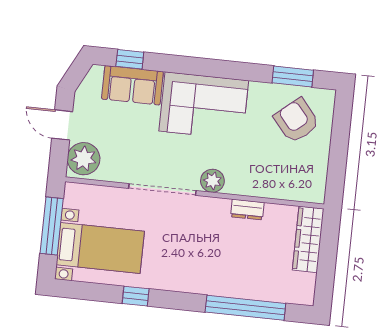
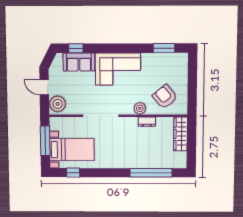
armchair: (297, 121) -> (165, 97), moved
plant: (212, 181) -> (140, 108), moved
window: (136, 296) -> (73, 173), moved

